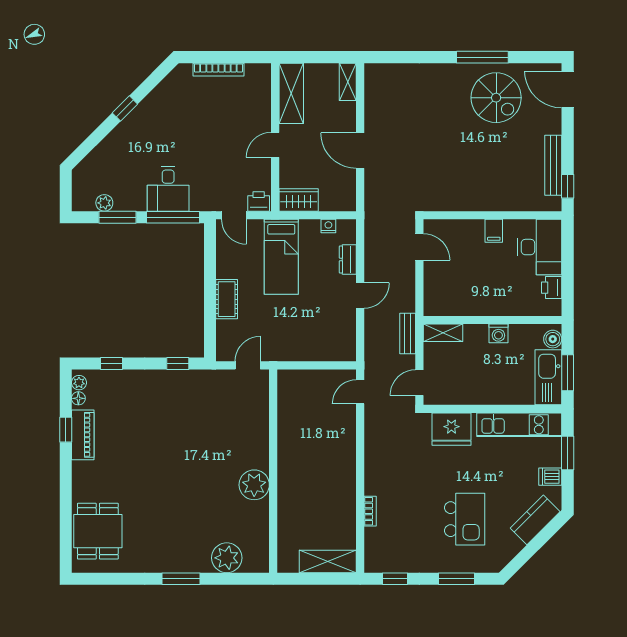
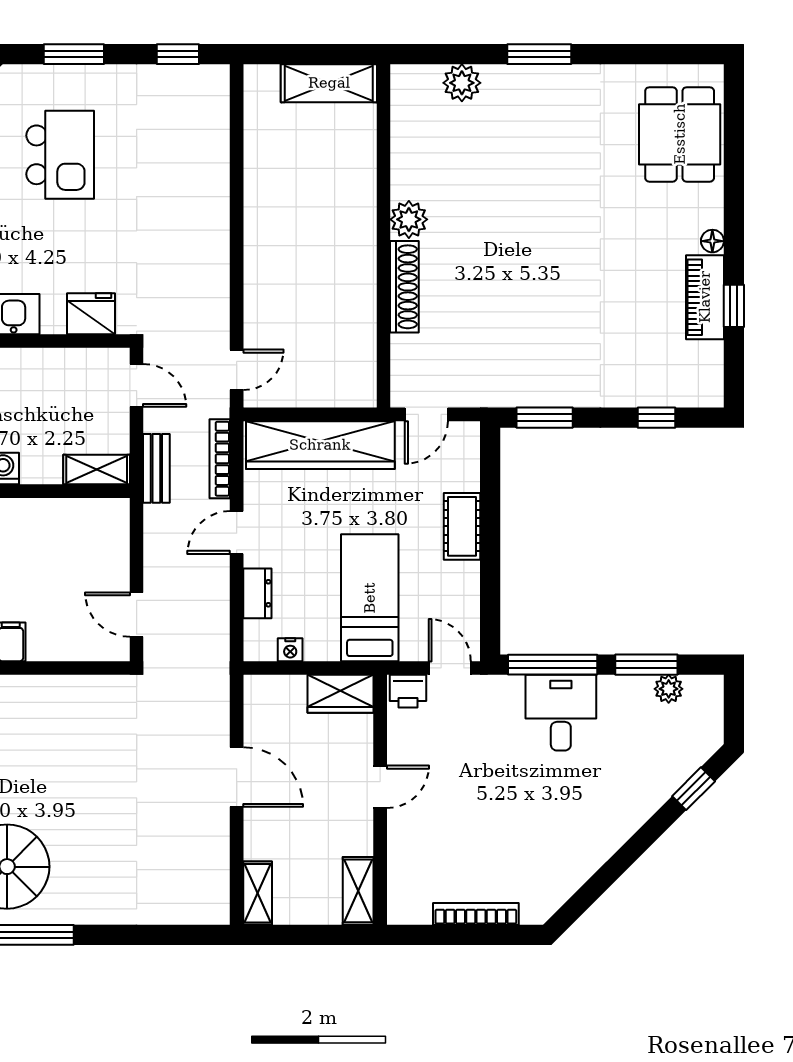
shelving: (291, 93) -> (358, 891), width x0.67, depth x0.75
window: (125, 108) -> (694, 789), moved
wardrobe: (311, 347) -> (320, 445), added
window: (178, 363) -> (545, 418), width x1.50
plant: (79, 383) -> (711, 385), removed
door: (419, 383) -> (137, 385), hinge flipped
floor lamp: (78, 398) -> (712, 241), moved
fridge: (451, 429) -> (91, 314), width x0.73, depth x0.75
shoe rack: (261, 441) -> (404, 287), added
plant: (254, 485) -> (409, 219), width x0.73, depth x0.73
bookcase: (370, 511) -> (220, 459), moved, width x1.56
kitchen island: (465, 519) -> (60, 155), turned 180
plant: (227, 558) -> (462, 83), width x0.73, depth x0.73
shelving: (328, 561) -> (329, 83), moved

